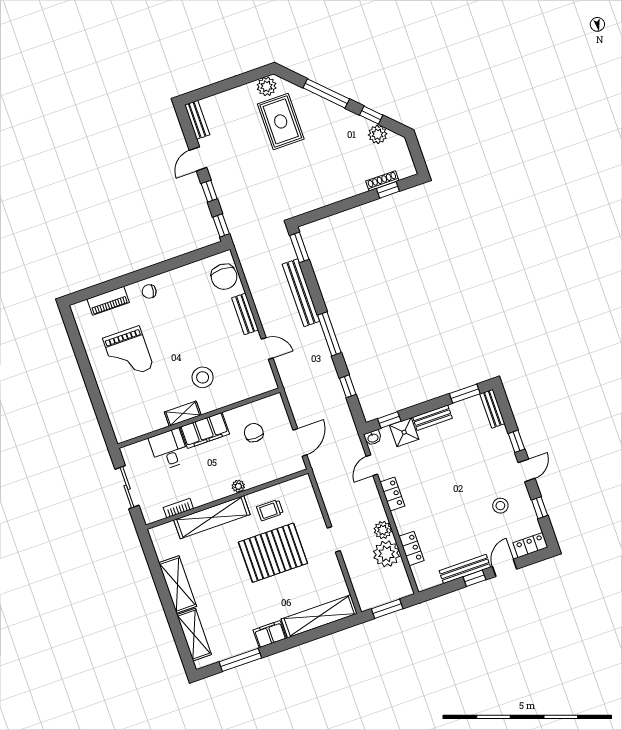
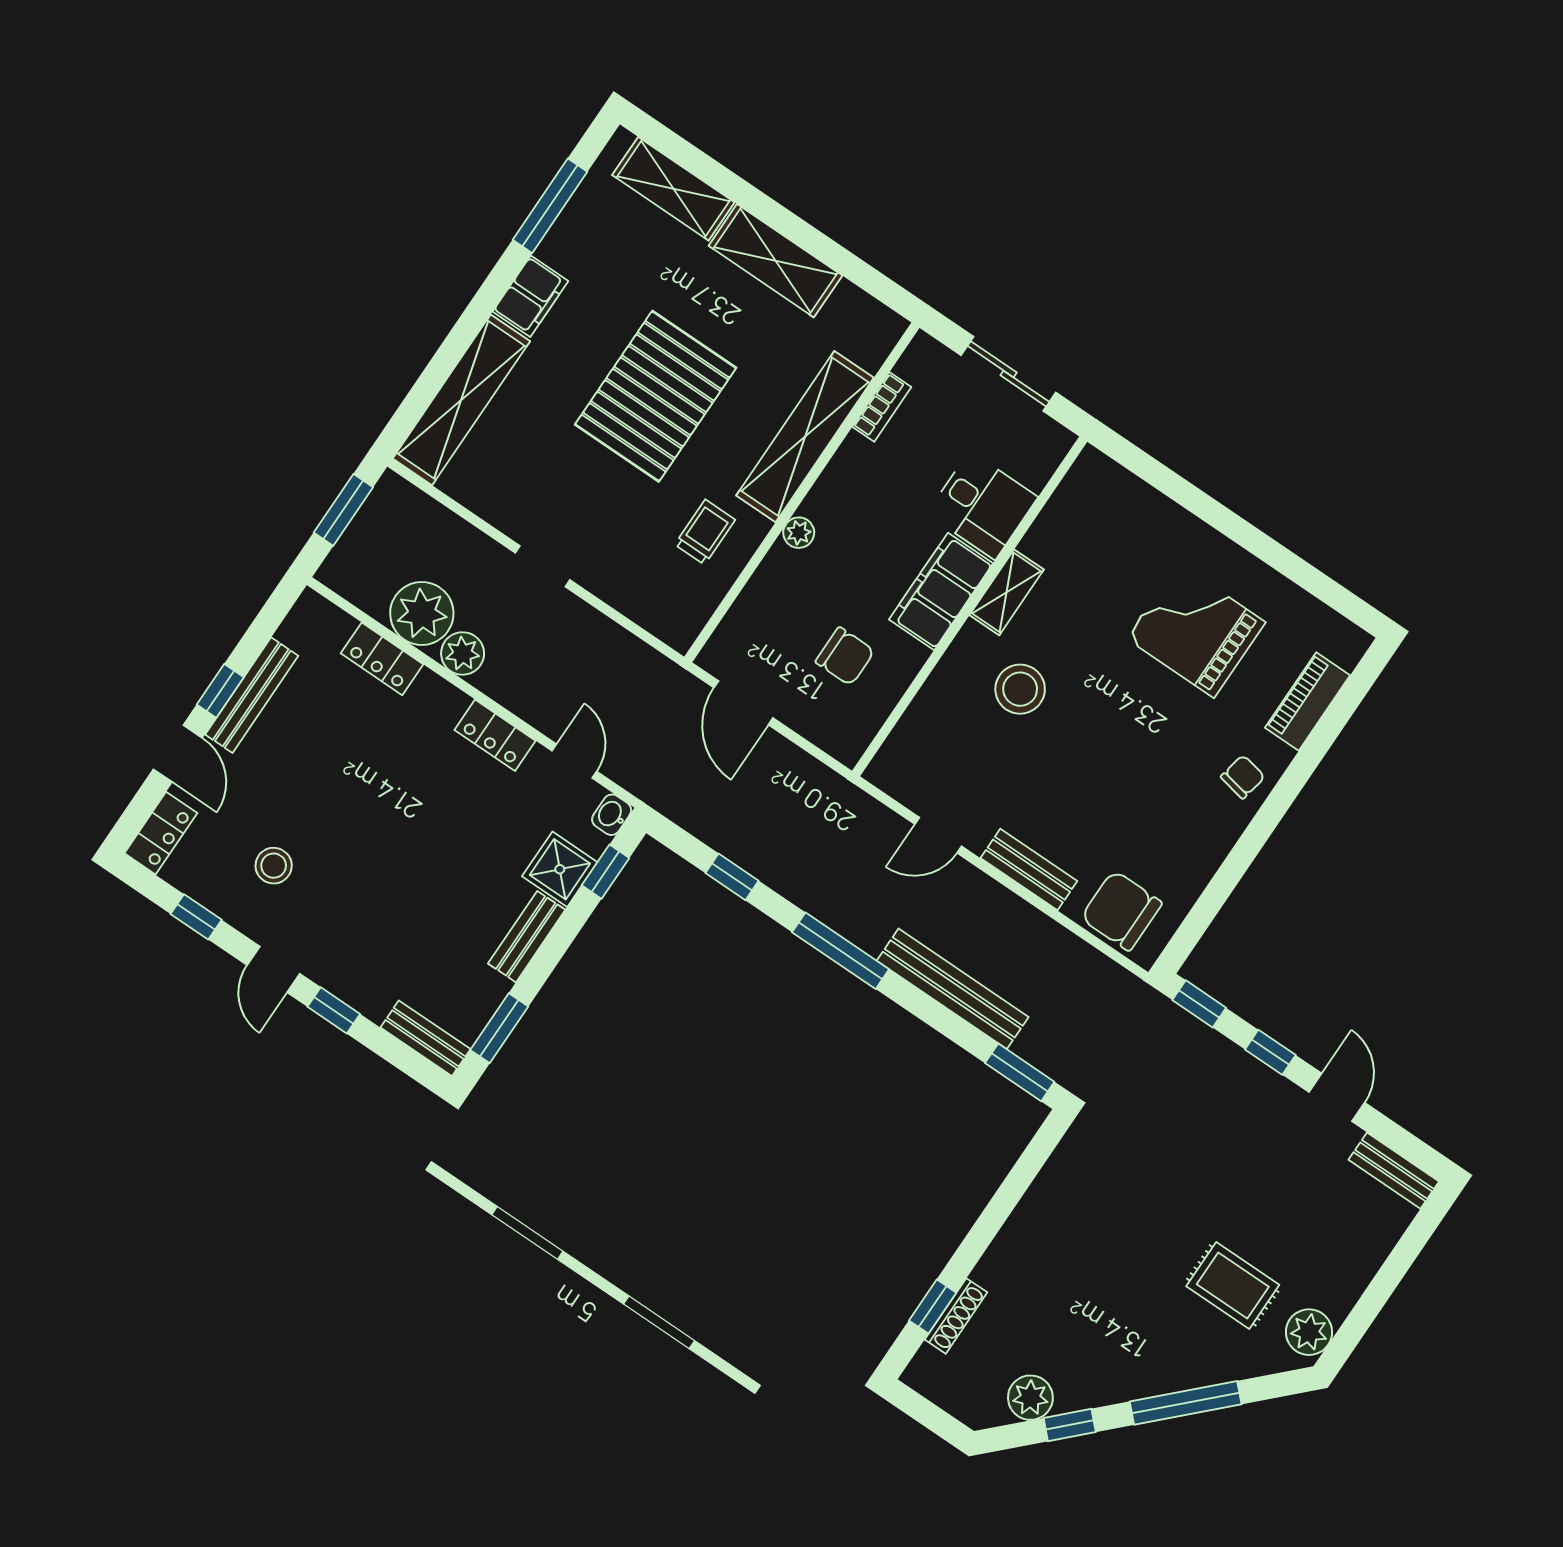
rug: (281, 121) -> (1233, 1285), width x0.73, depth x0.70
pallet: (273, 553) -> (656, 396), moved

